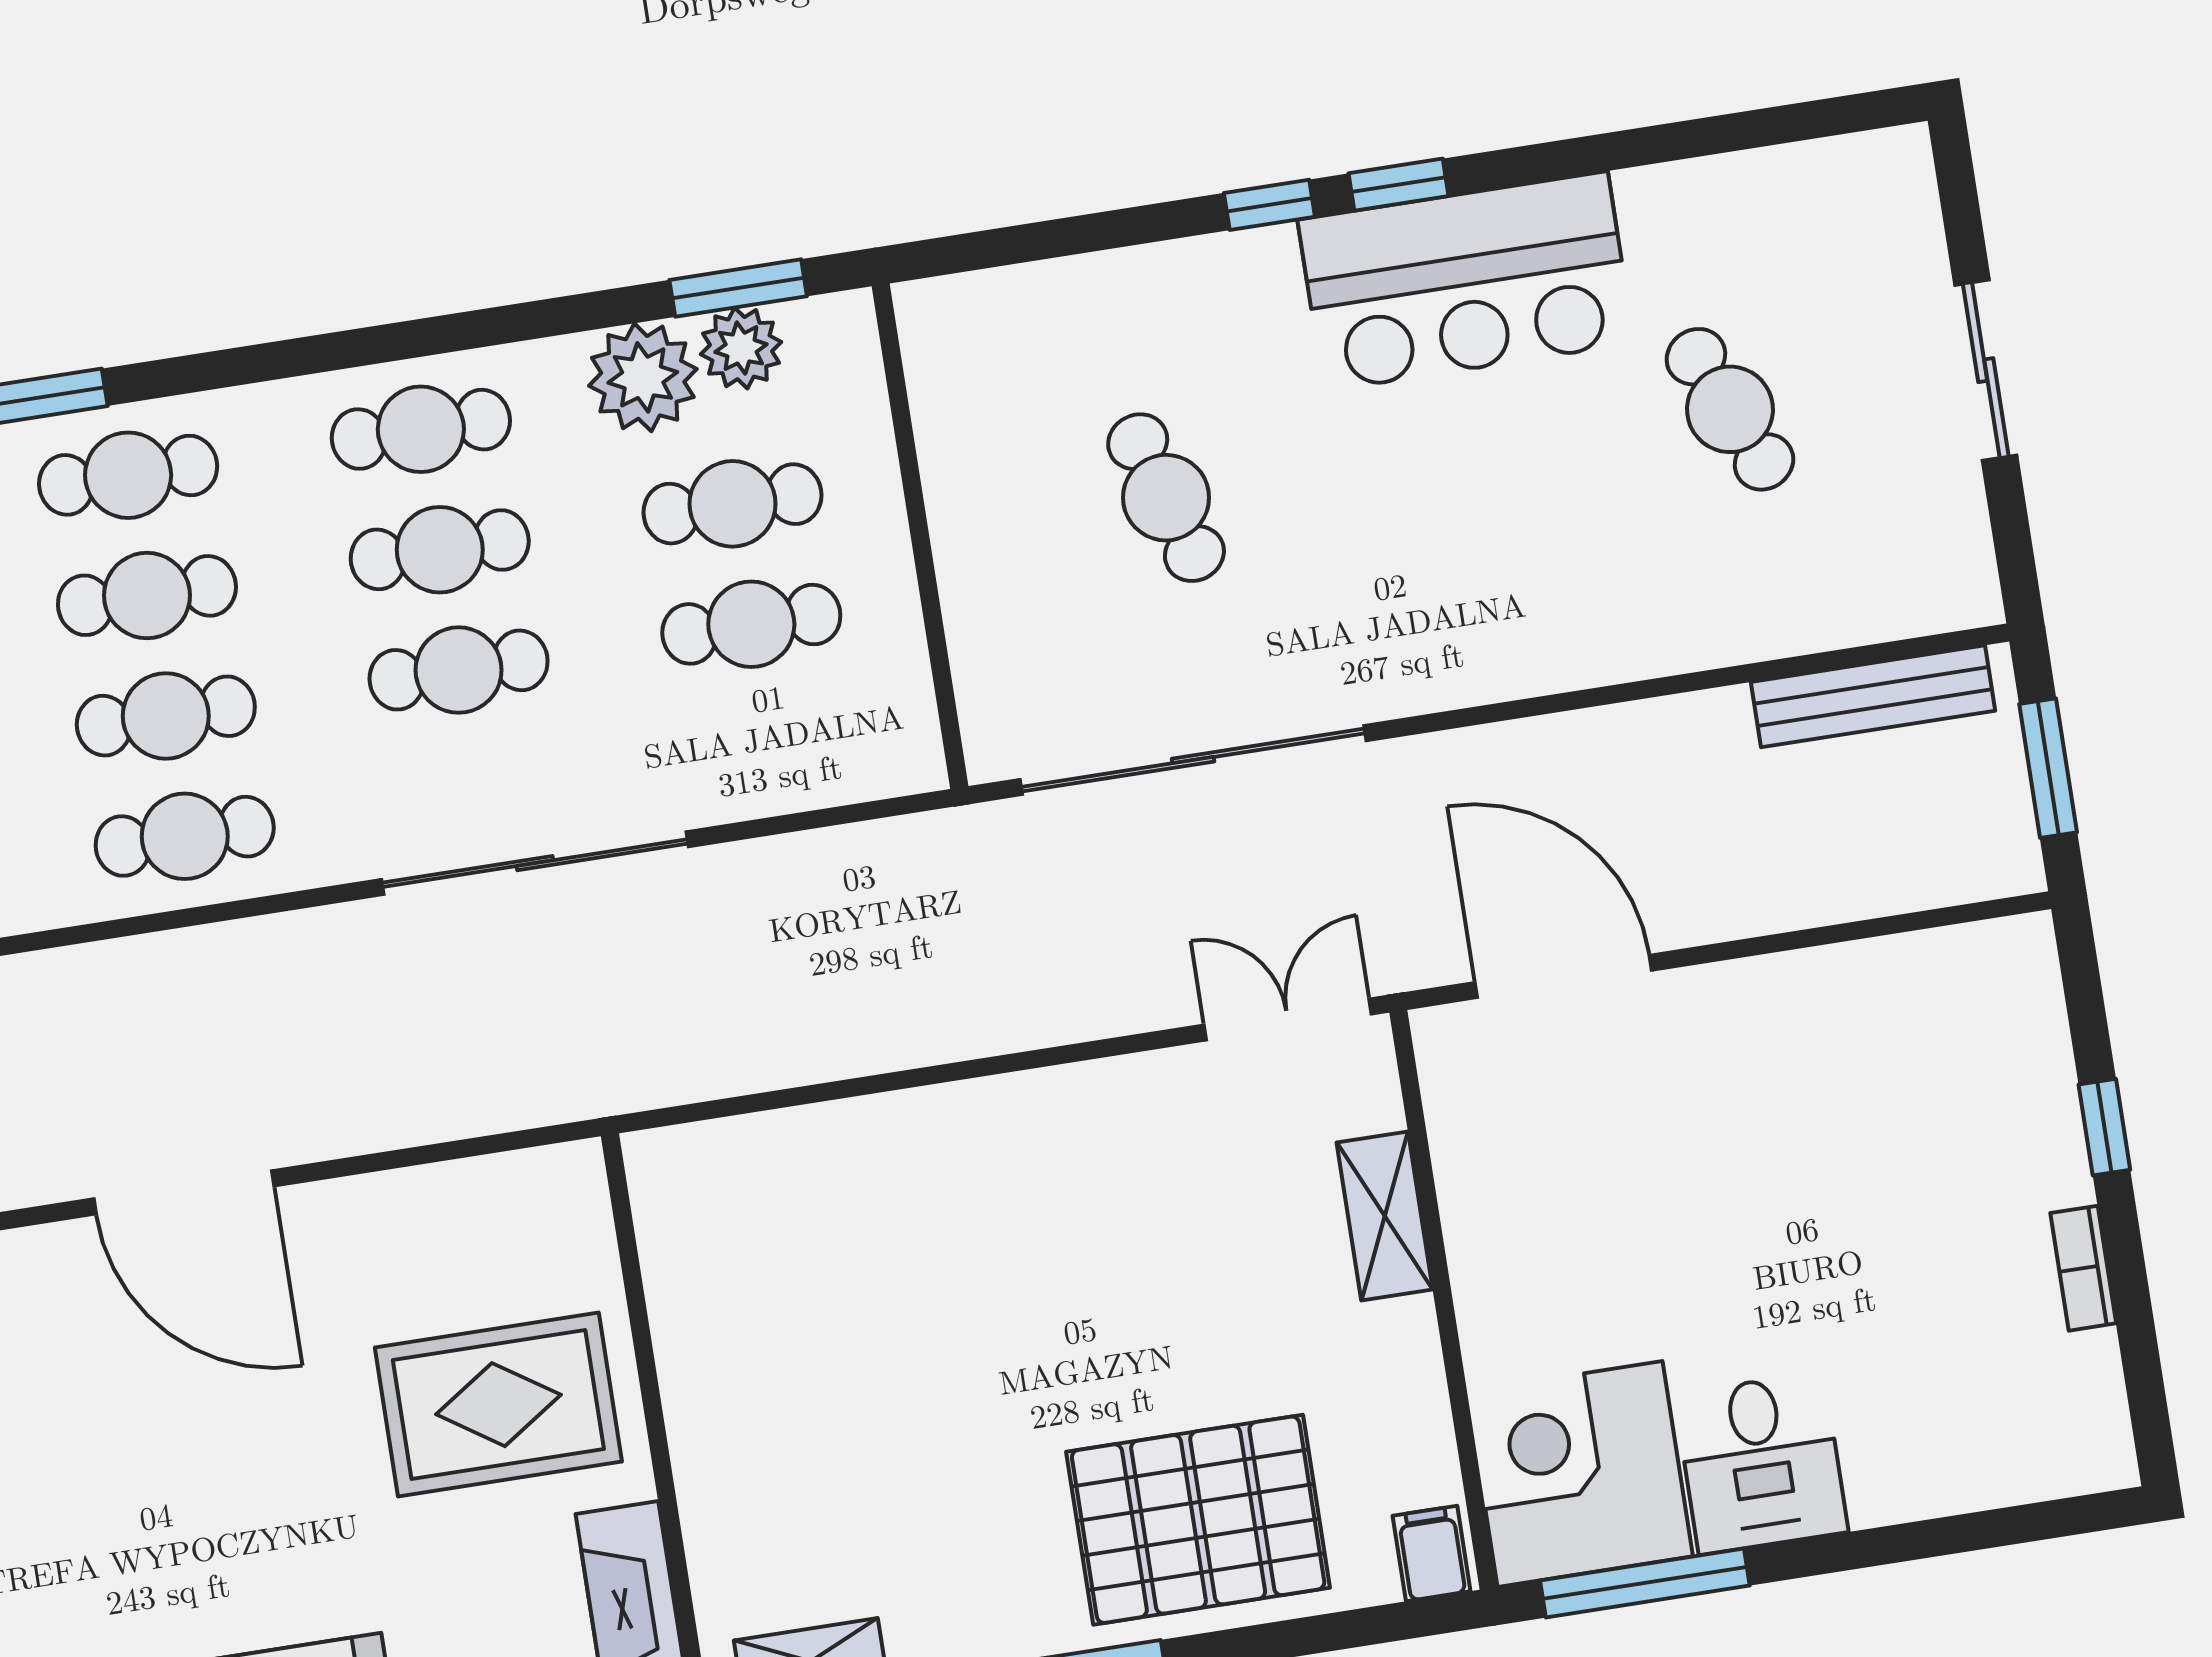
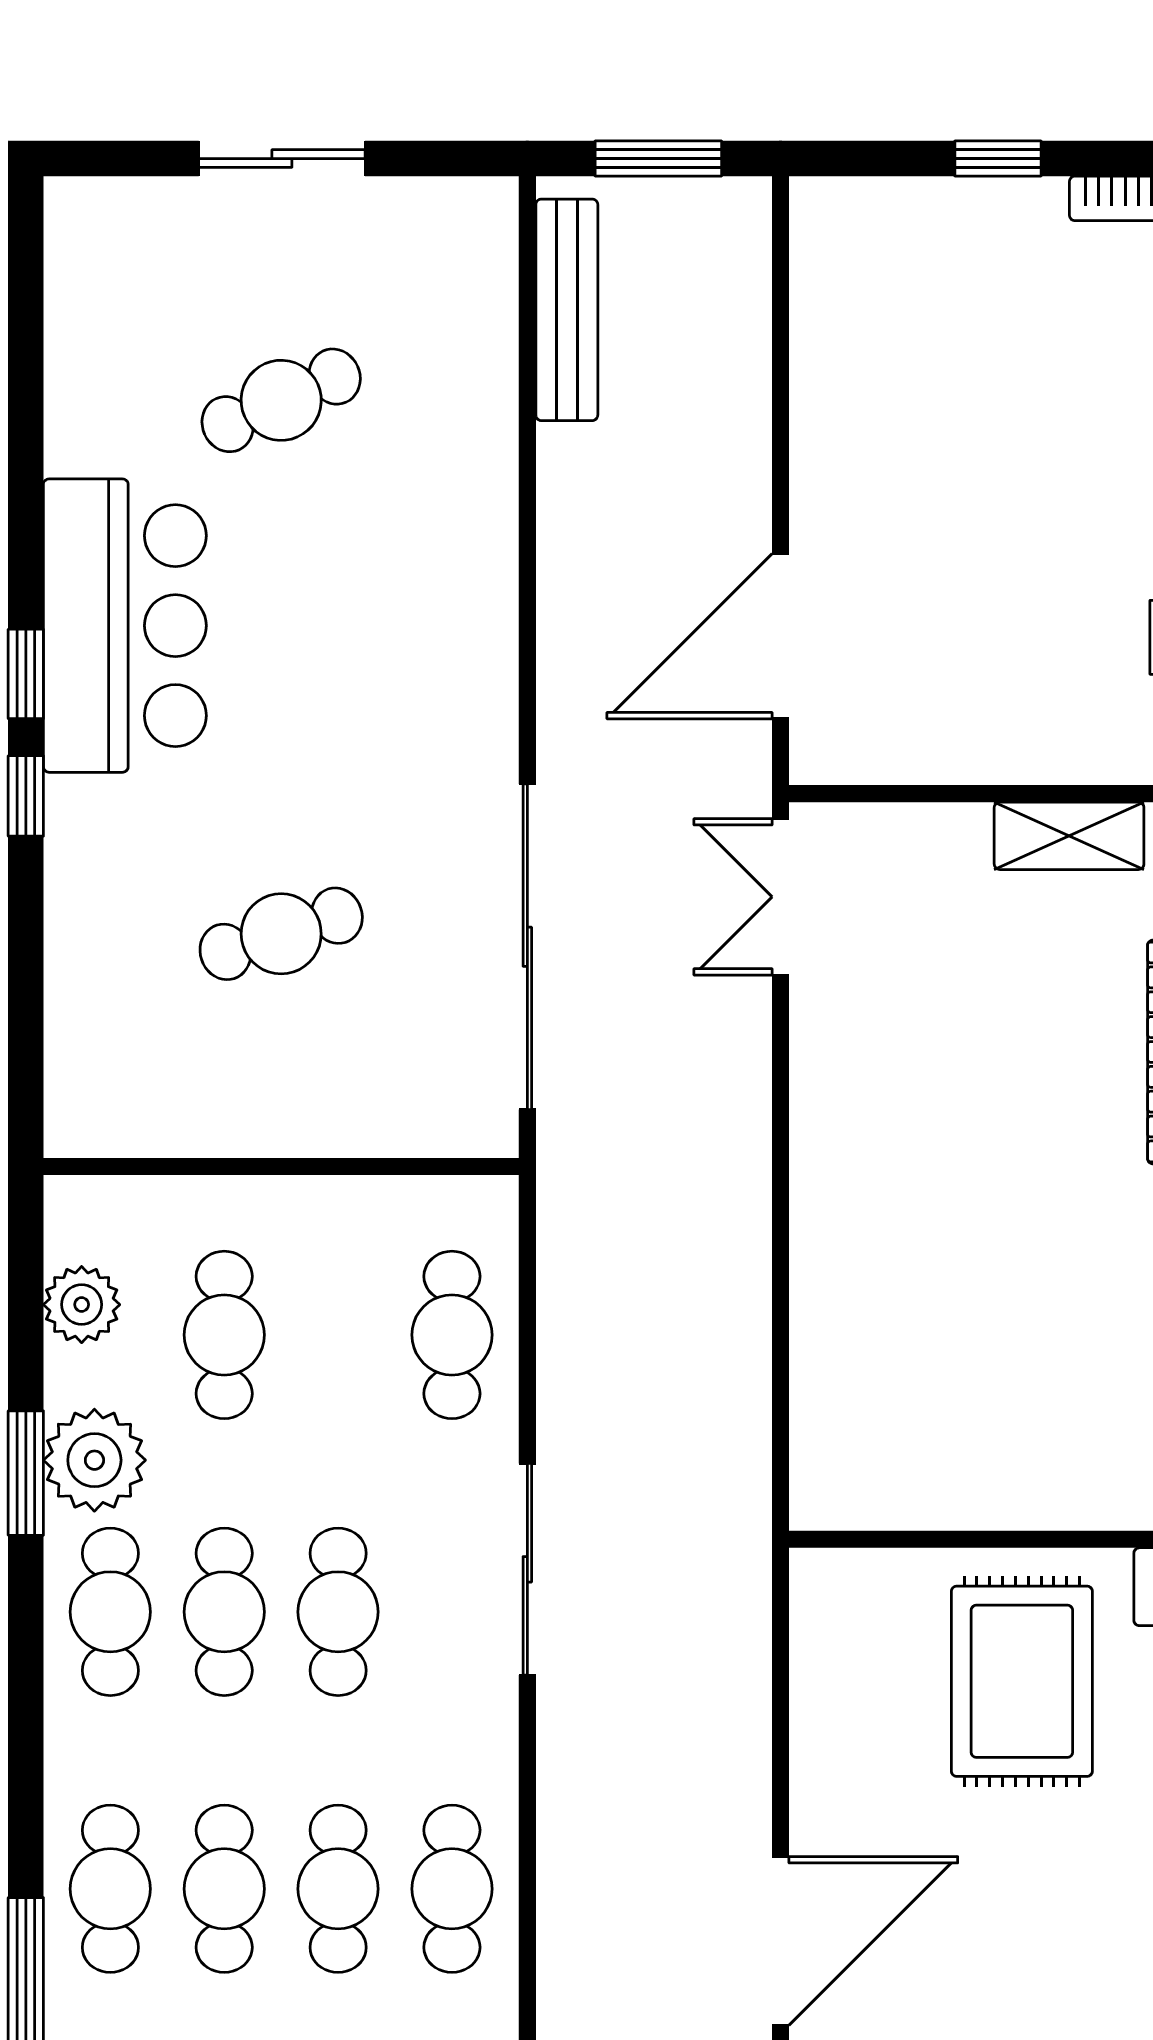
window: (738, 288) -> (26, 1473), moved
plant: (643, 377) -> (94, 1460), moved
cafe table: (751, 624) -> (452, 1335), moved
sliding door: (535, 863) -> (527, 1569), width x0.73
shelving: (1385, 1216) -> (1069, 836), moved

